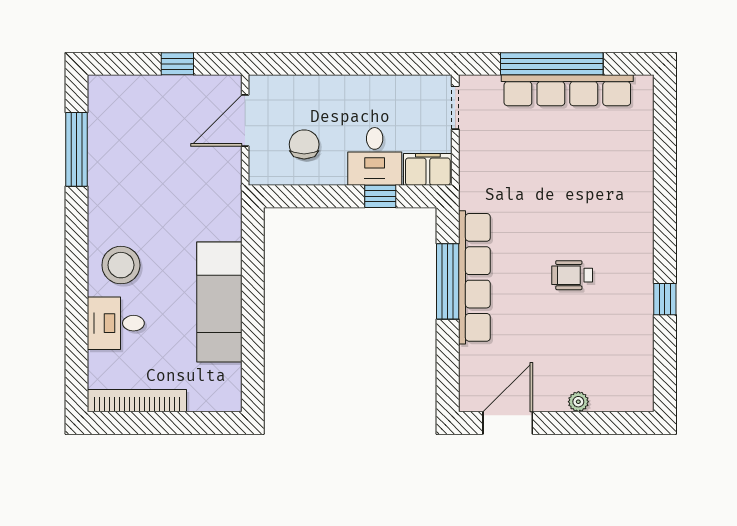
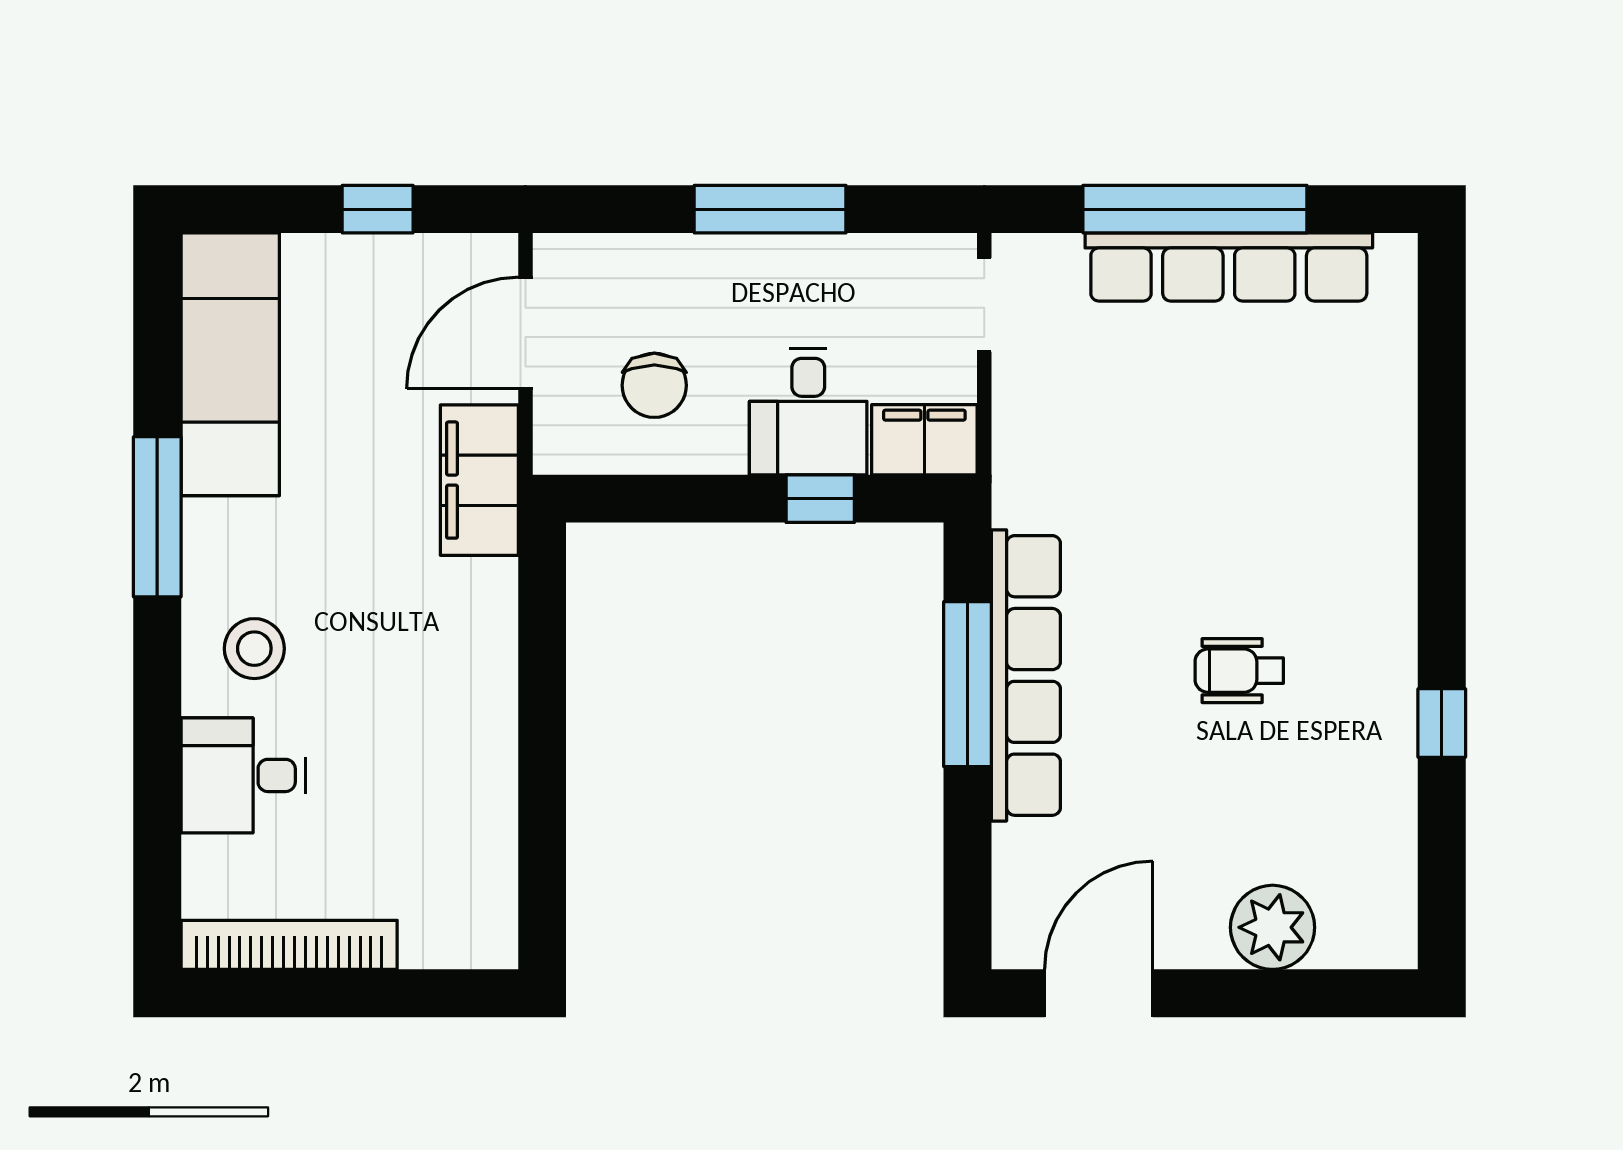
window: (357, 64) -> (770, 209), added
chair: (304, 144) -> (654, 385), turned 180
window: (76, 149) -> (157, 517), moved
filing cabinet: (224, 188) -> (479, 480), added
stool: (121, 265) -> (254, 649), width x0.73, depth x0.73
exam couch: (219, 302) -> (230, 364), moved, turned 180
plant: (578, 402) -> (1273, 927), width x1.88, depth x1.88

